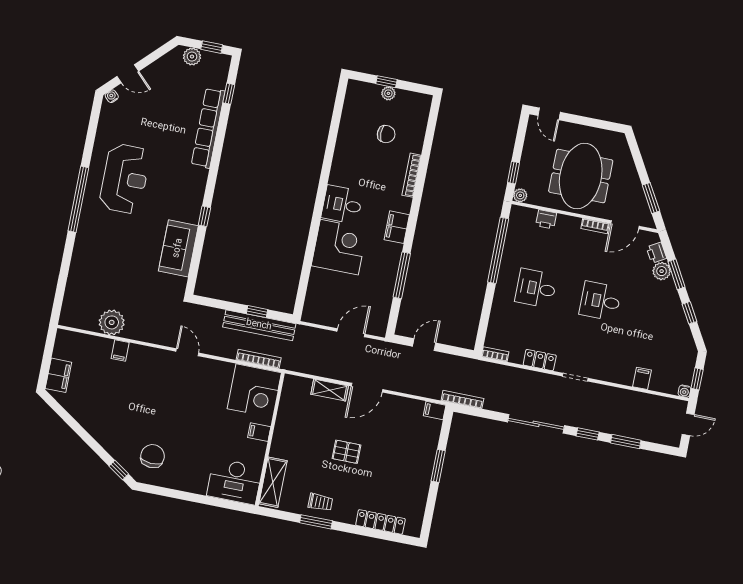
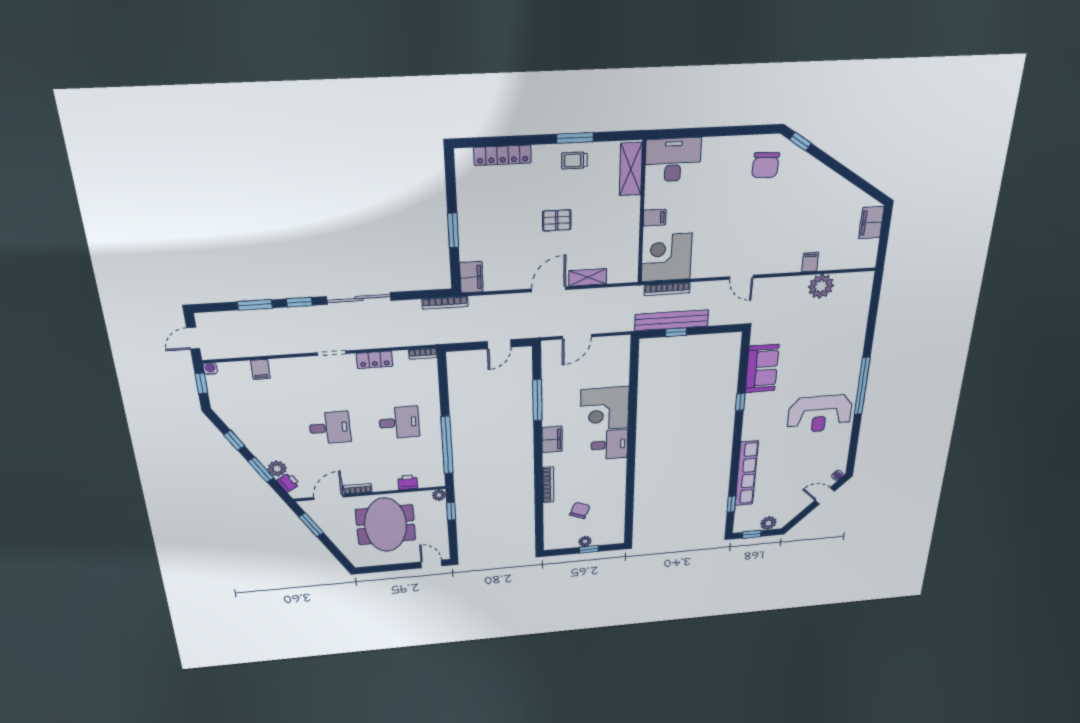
chair: (386, 134) -> (580, 510), turned 112
reception desk: (125, 179) -> (820, 414), turned -90
filing cabinet: (435, 410) -> (471, 277), width x2.00

